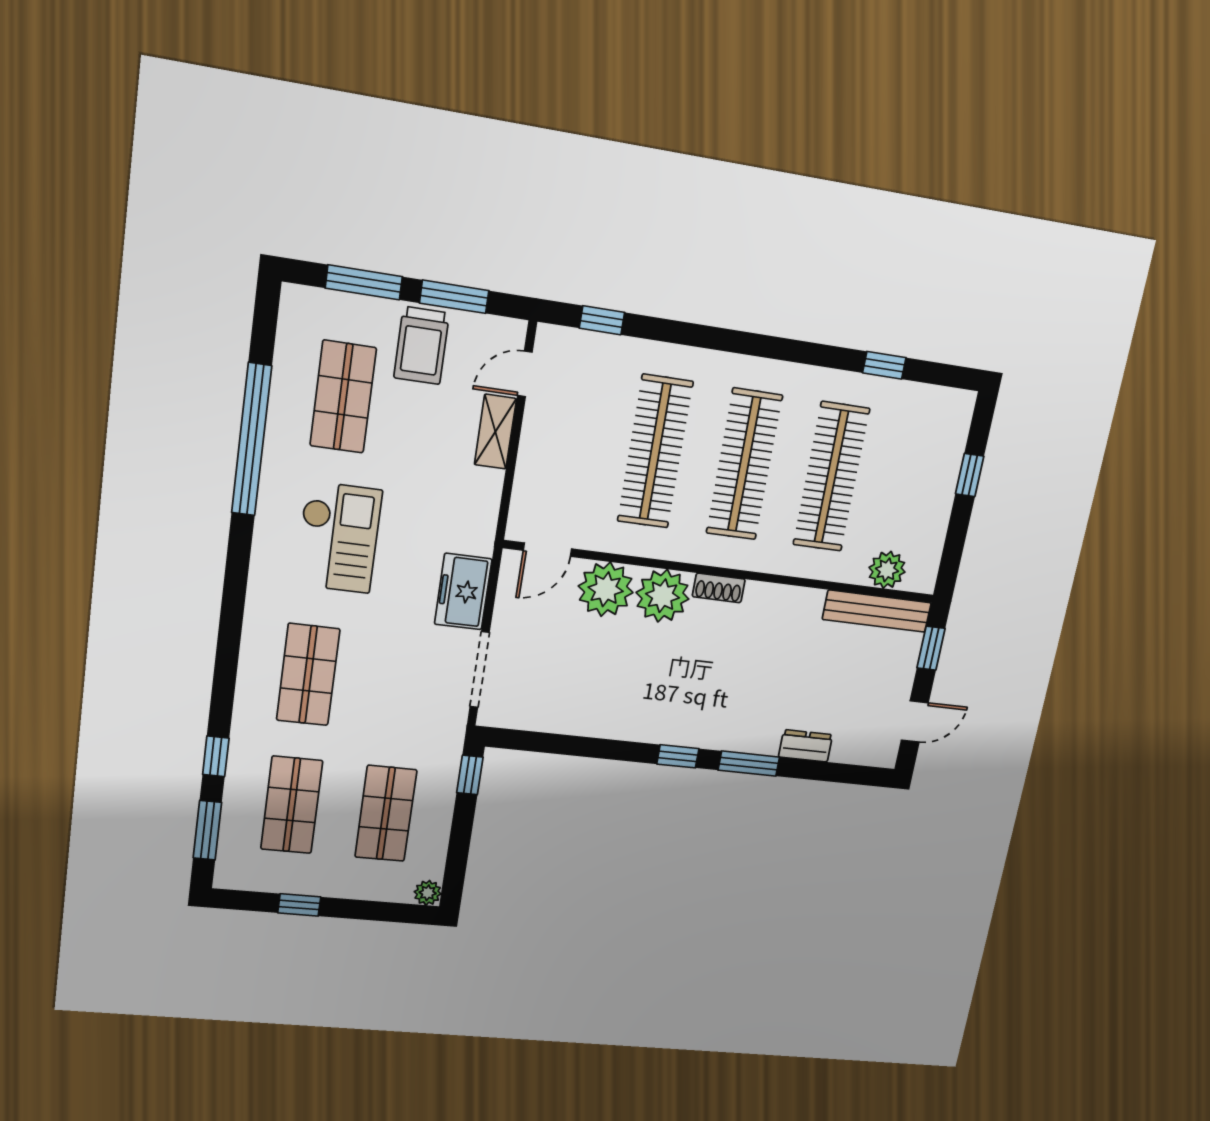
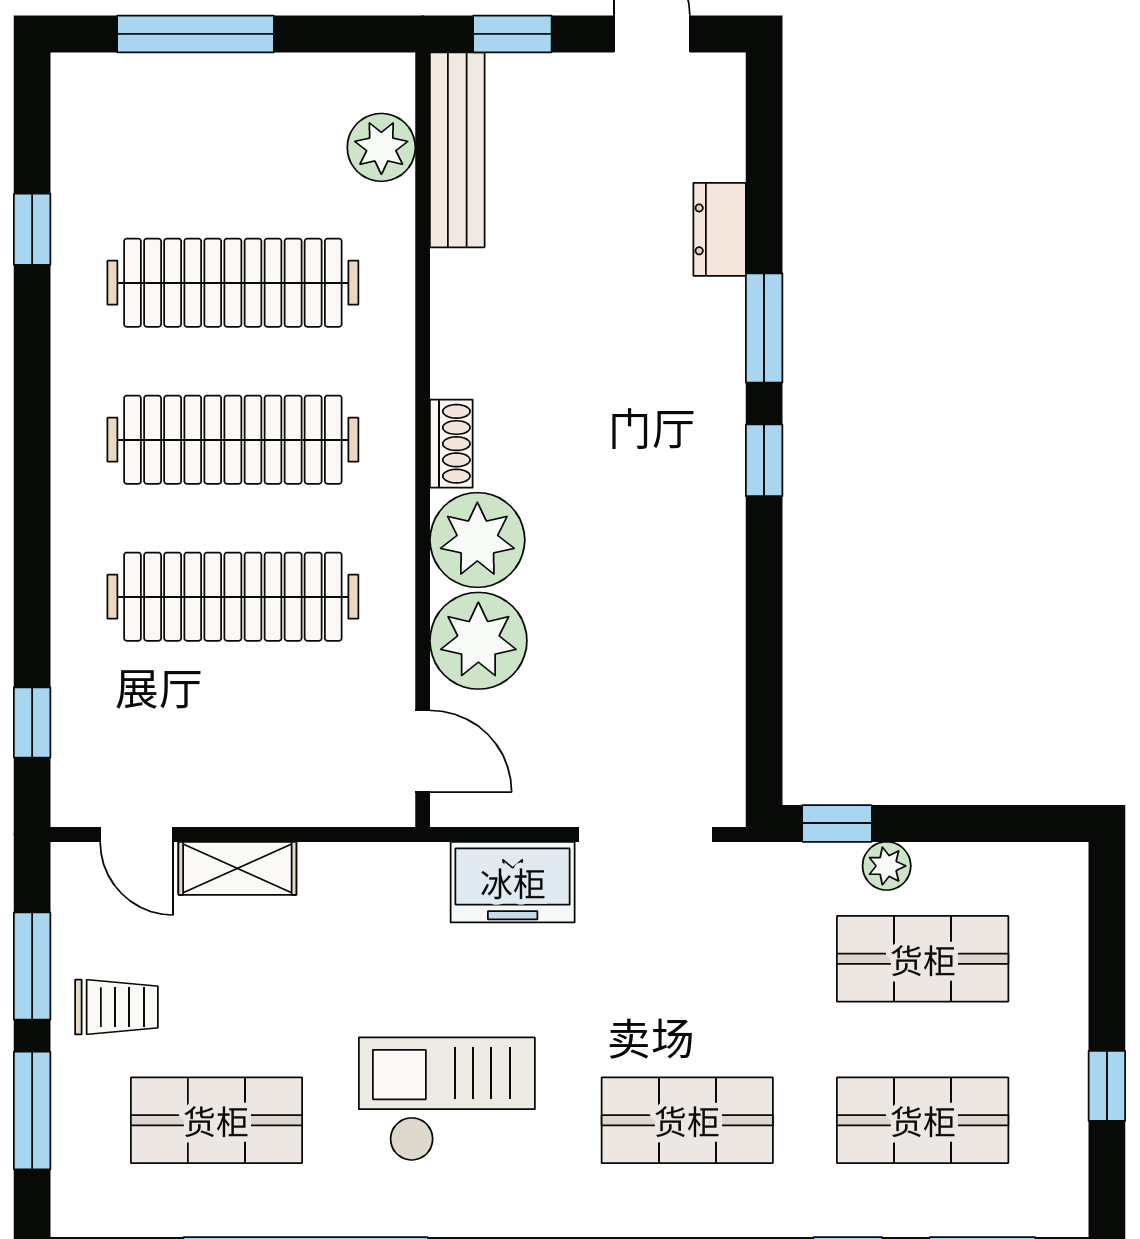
trolley: (422, 345) -> (116, 1007), width x0.73, depth x0.72
window: (970, 475) -> (195, 34), width x2.17
plant: (428, 893) -> (887, 866), moved

